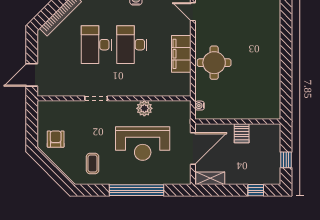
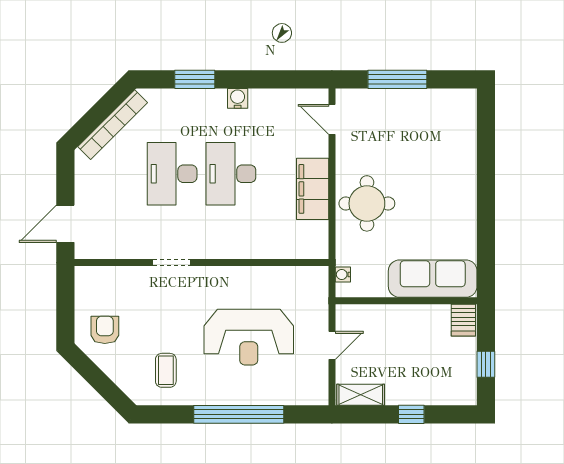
plant: (144, 108) -> (252, 279), removed
sofa: (254, 108) -> (433, 279), added
server rack: (242, 133) -> (463, 320), moved
door: (193, 148) -> (332, 345), width x0.53
window: (256, 190) -> (411, 414), moved

